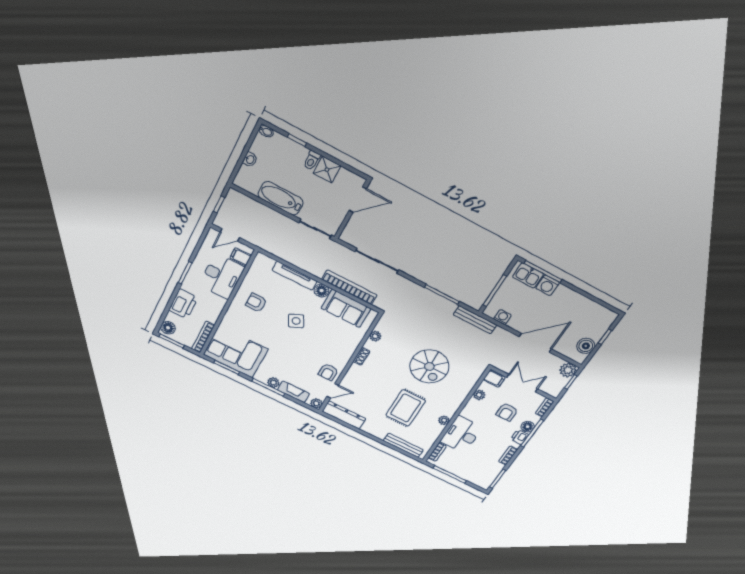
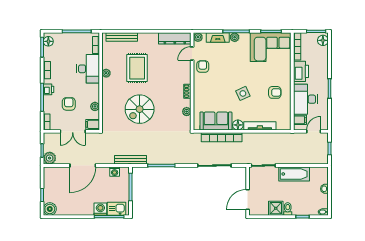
printer: (183, 304) -> (301, 71), moved, turned 180
boiler: (586, 346) -> (50, 209), moved
spiral stairs: (429, 366) -> (140, 109), turned -90
floor lamp: (528, 427) -> (48, 41), moved

